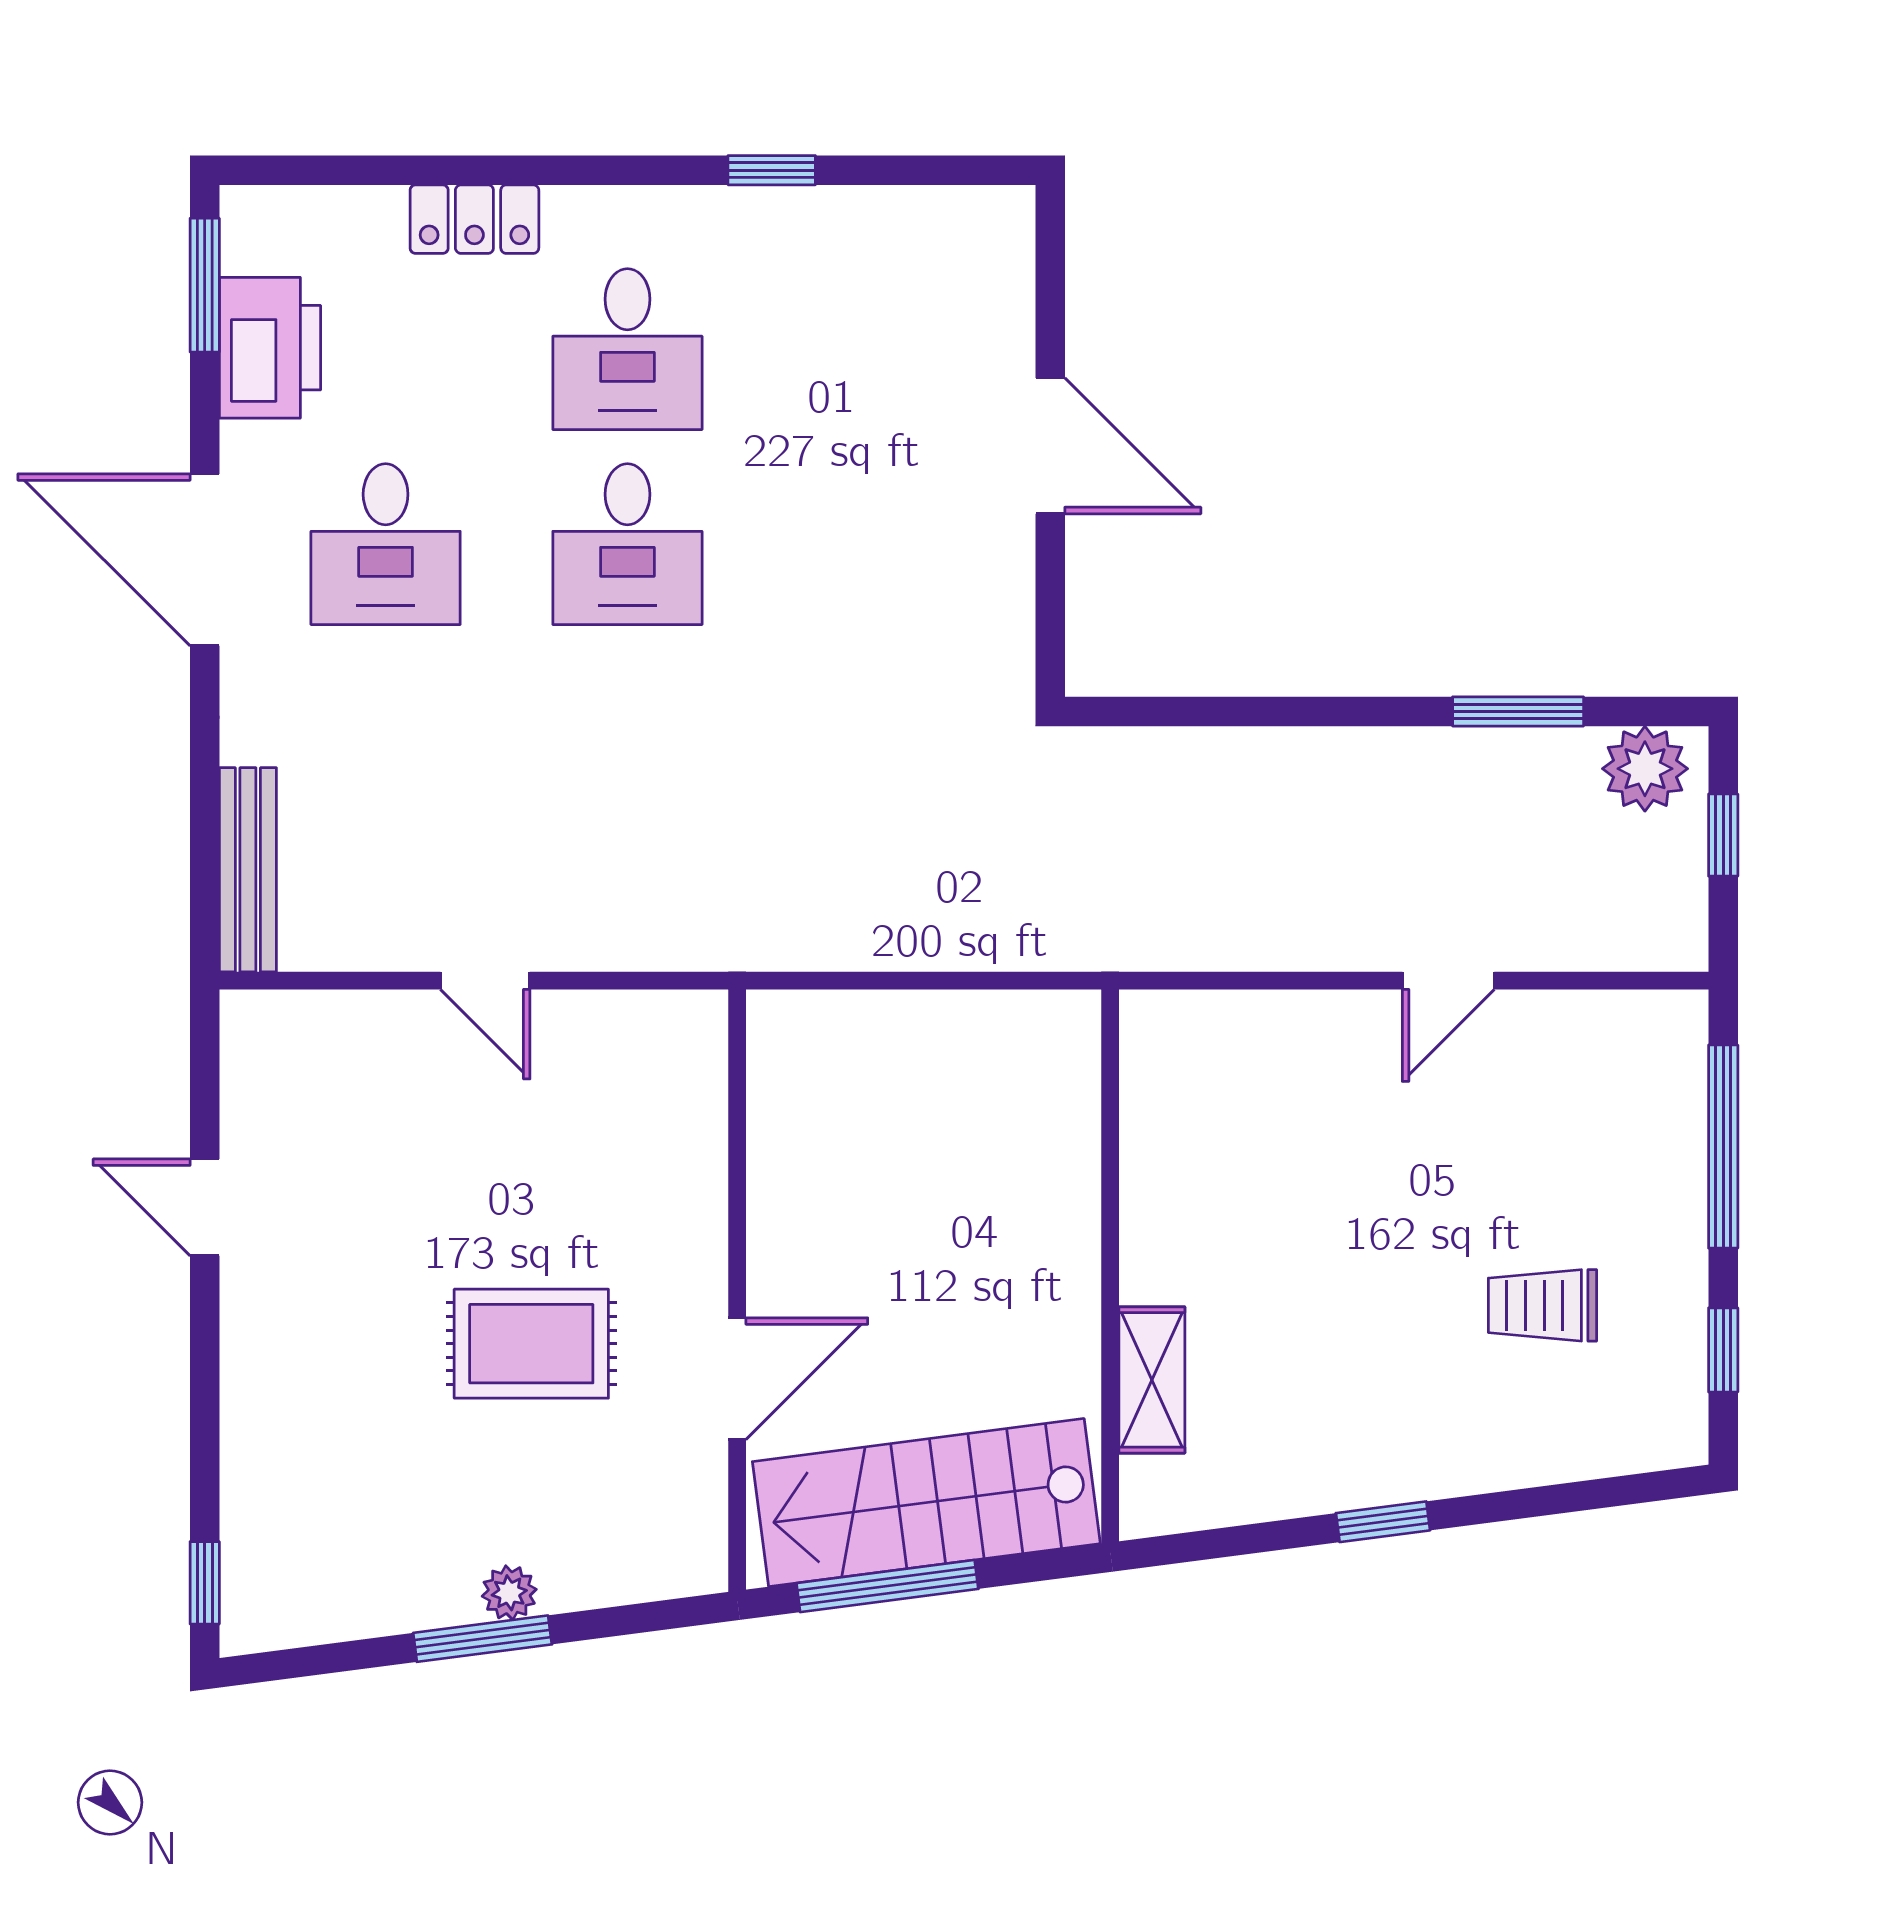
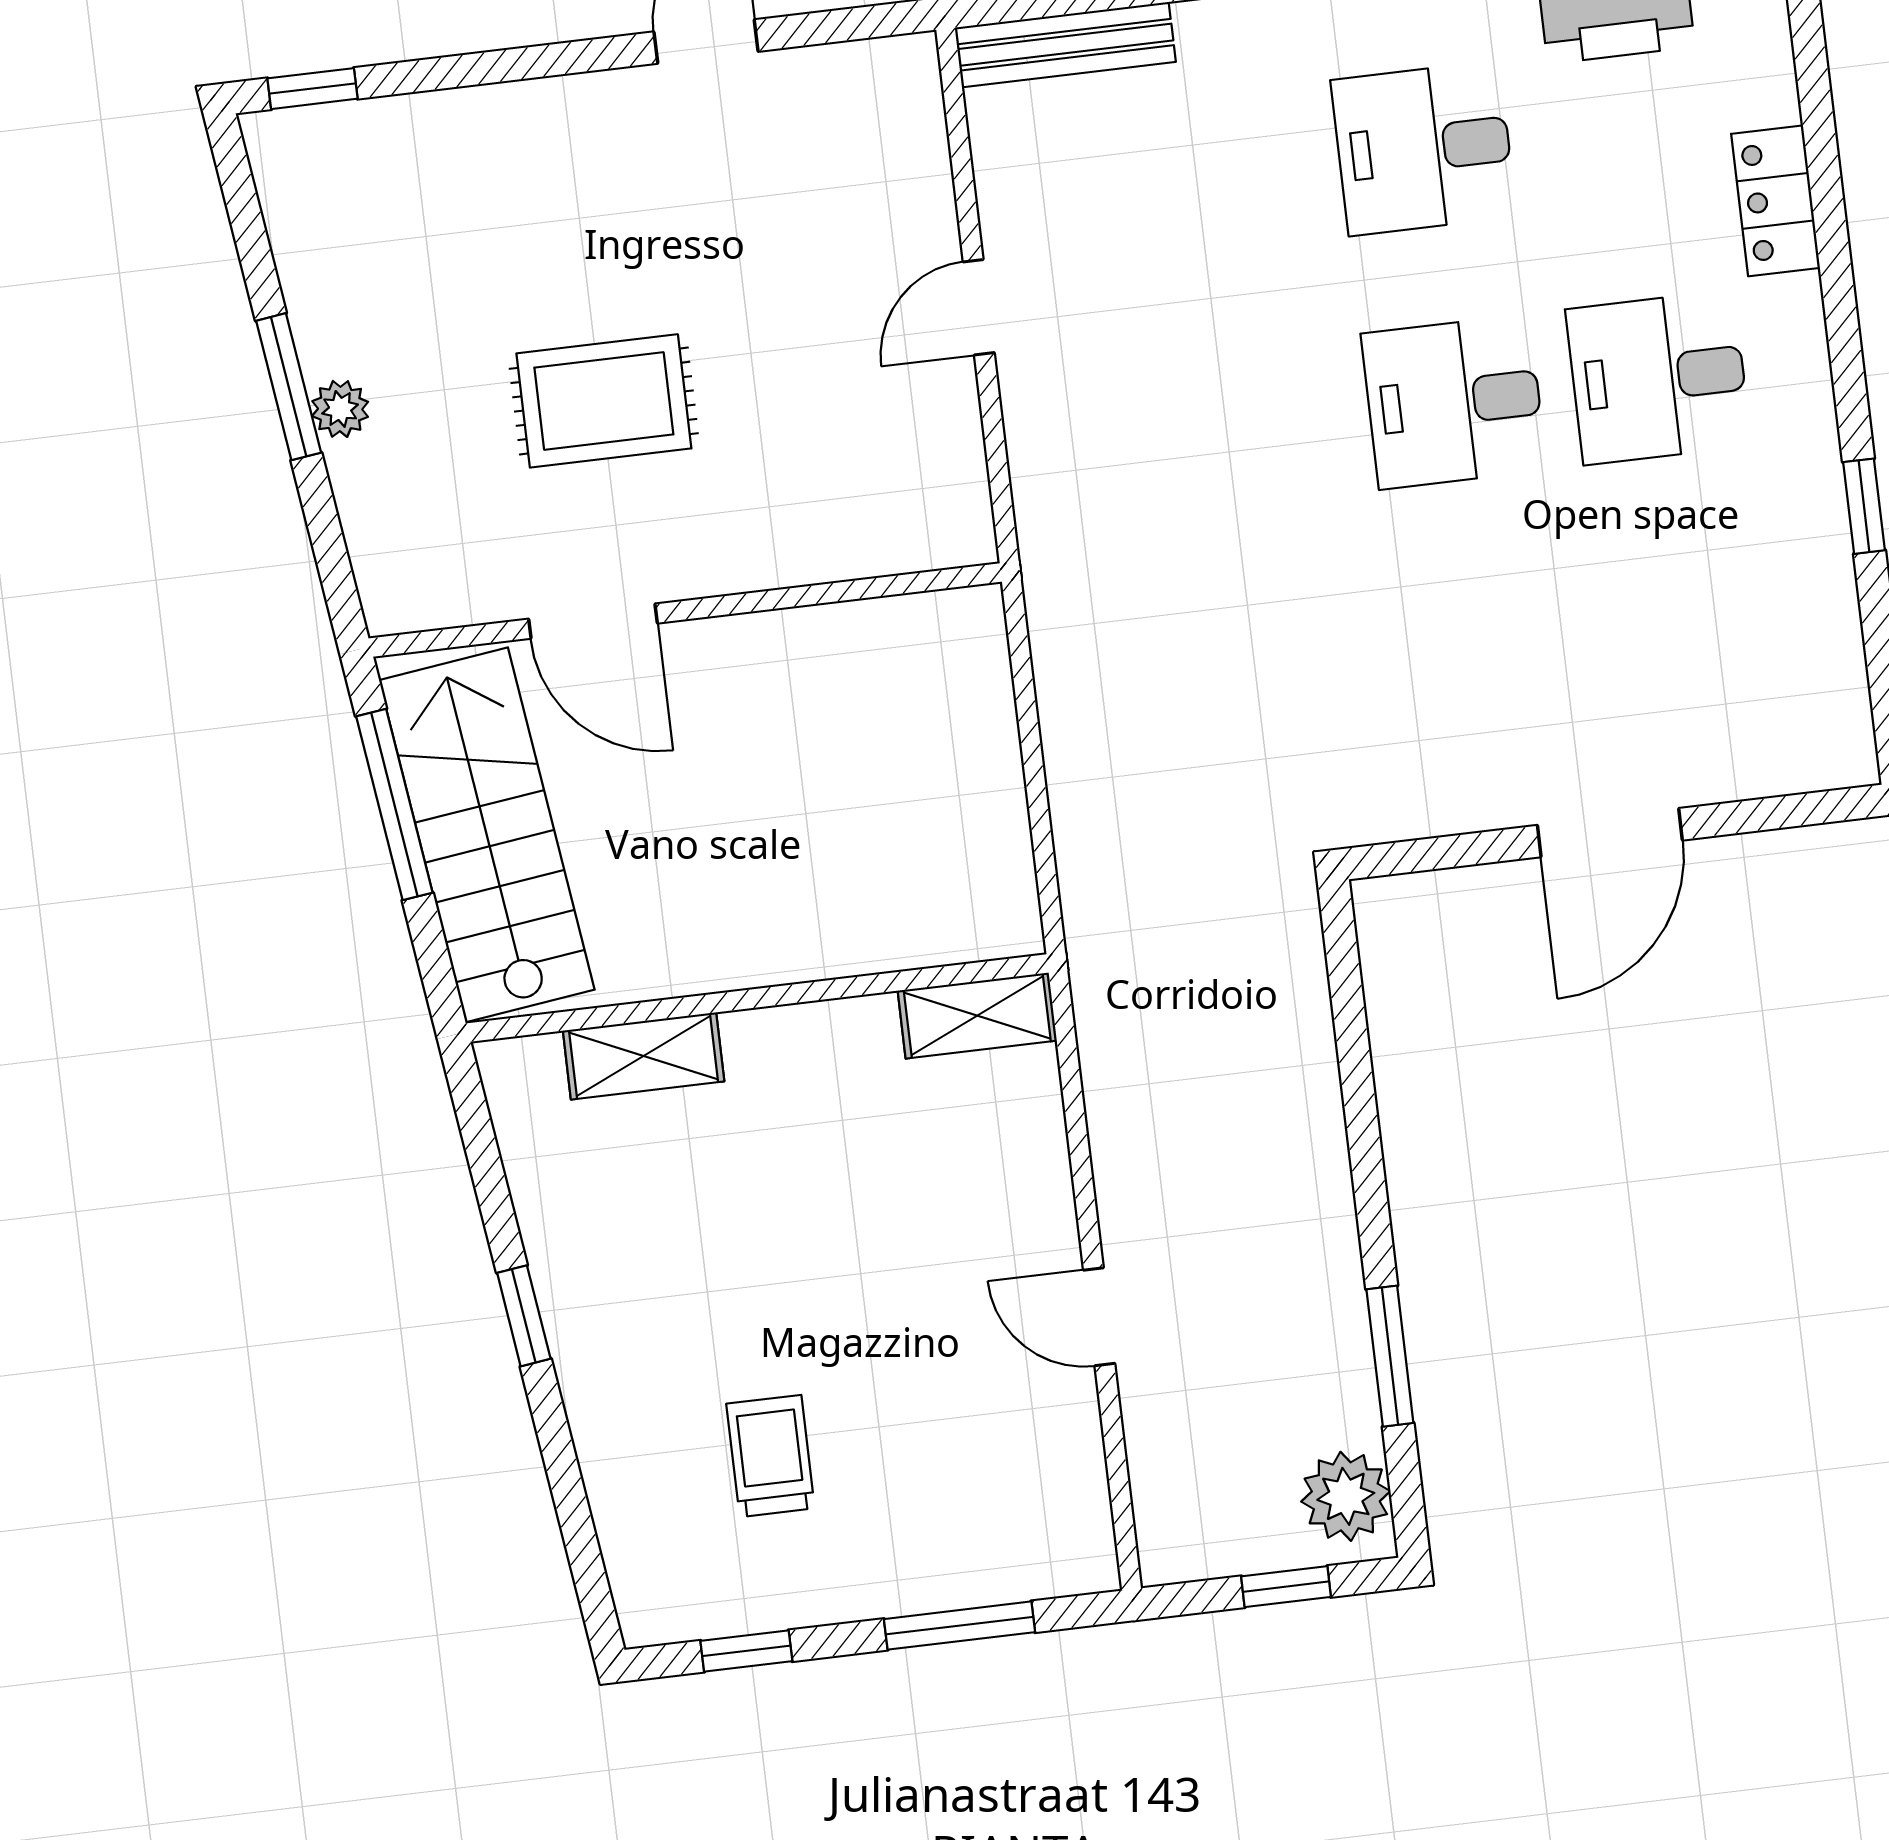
shelving: (1151, 1061) -> (977, 1016), added
window: (1723, 1147) -> (959, 1626), width x0.69
rug: (531, 1344) -> (604, 401), turned 90

